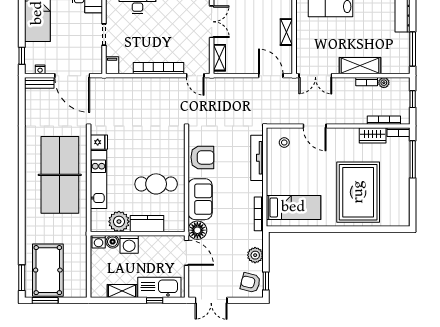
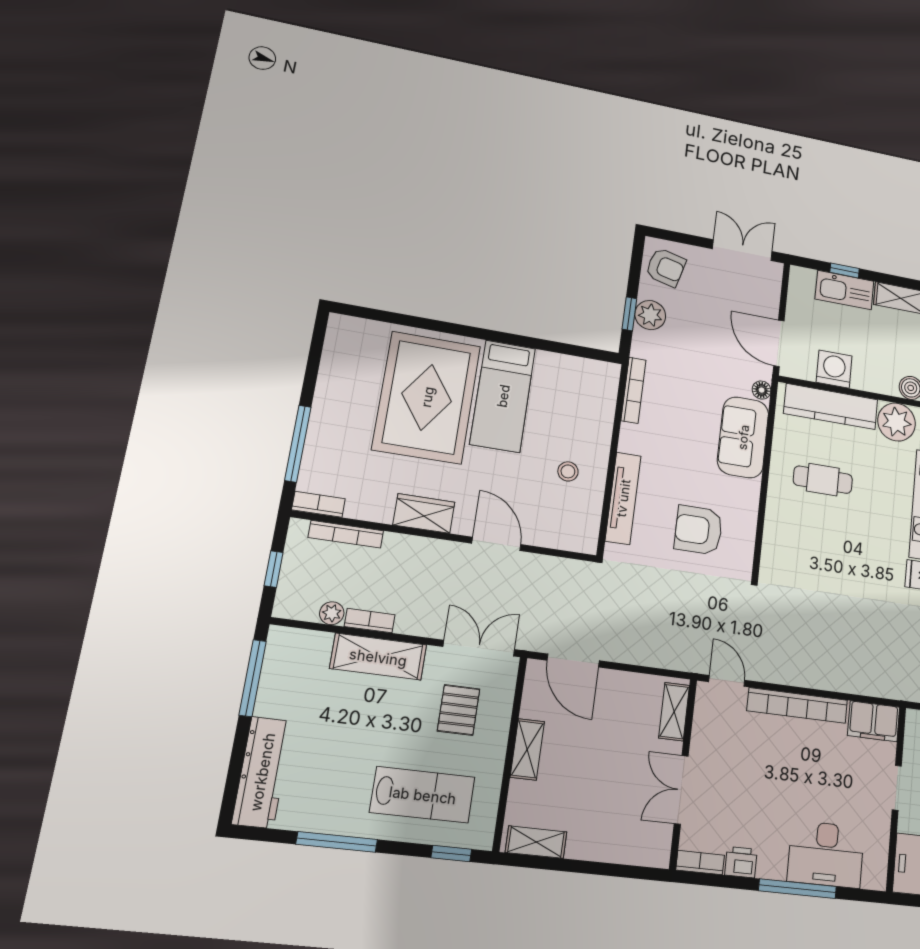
pallet: (320, 46) -> (459, 710), added
filing cabinet: (112, 65) -> (874, 721), width x2.00
wardrobe: (373, 135) -> (424, 513), moved
stool: (284, 143) -> (568, 471), moved
armchair: (202, 157) -> (698, 530), moved
cafe table: (156, 184) -> (823, 480), width x0.73, depth x0.74
bed: (293, 207) -> (503, 396), moved, turned -90
kitchen counter: (147, 224) -> (831, 407), width x1.50
floor lamp: (197, 230) -> (762, 390), width x0.53, depth x0.53
washing machine: (129, 244) -> (834, 369), moved
window: (266, 281) -> (629, 314), moved
kitchen sink: (159, 287) -> (845, 290), width x0.73, depth x0.81

